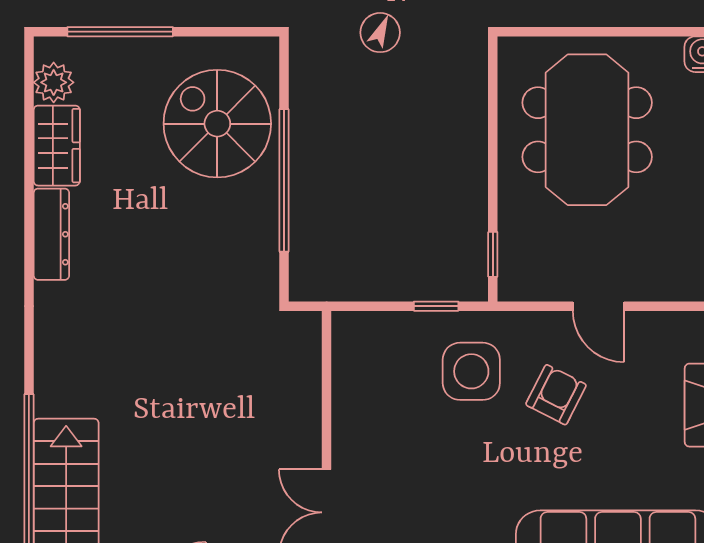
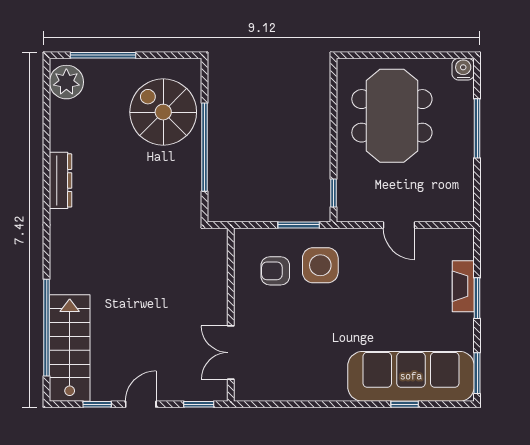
plant: (54, 82) -> (66, 82), width x1.36, depth x1.36
wardrobe: (57, 146) -> (64, 126), removed
window: (436, 306) -> (299, 225), width x1.50
armchair: (556, 395) -> (275, 271), moved, turned -117

